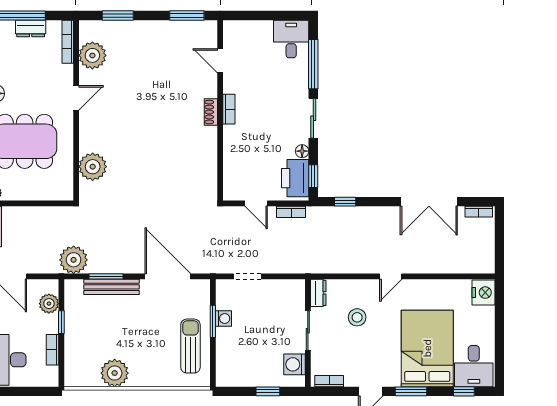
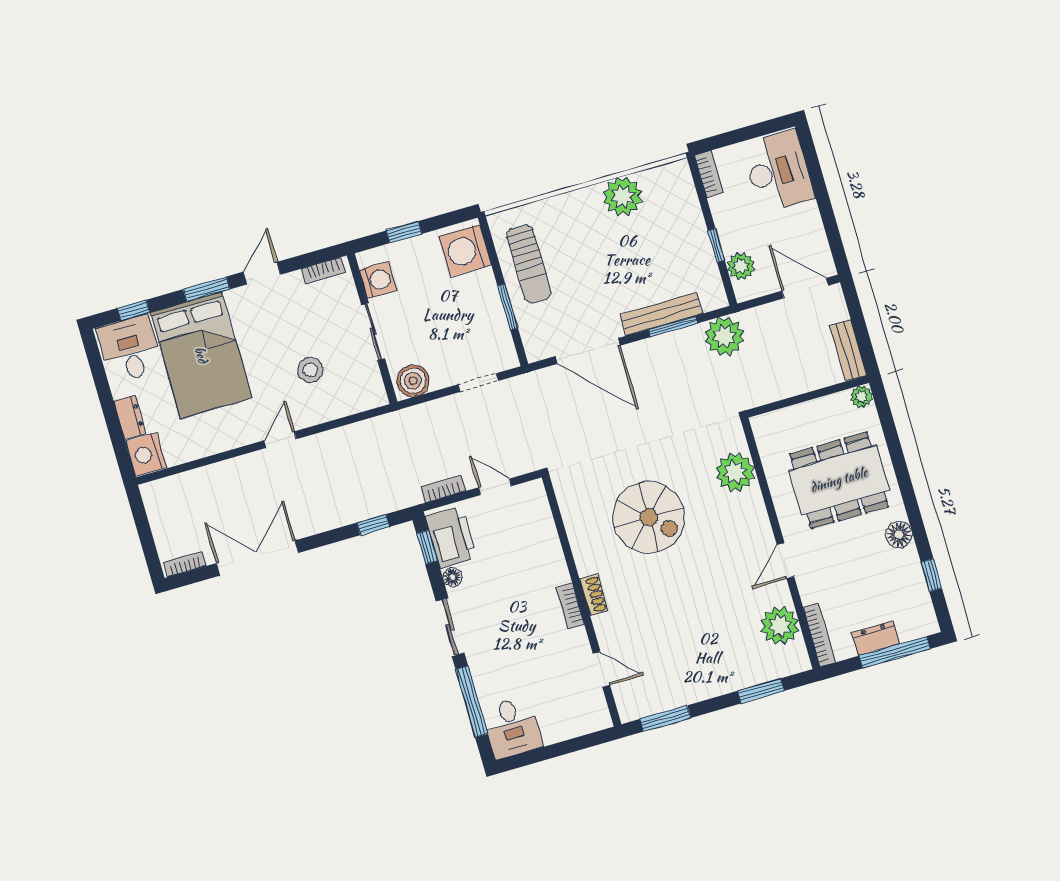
spiral stairs: (159, 153) -> (649, 517), added
boiler: (290, 290) -> (413, 381), added
dresser: (318, 293) -> (130, 417), moved, turned 180
washing machine: (223, 319) -> (465, 251), moved, width x1.89, depth x1.89
bookcase: (53, 350) -> (709, 174), moved

